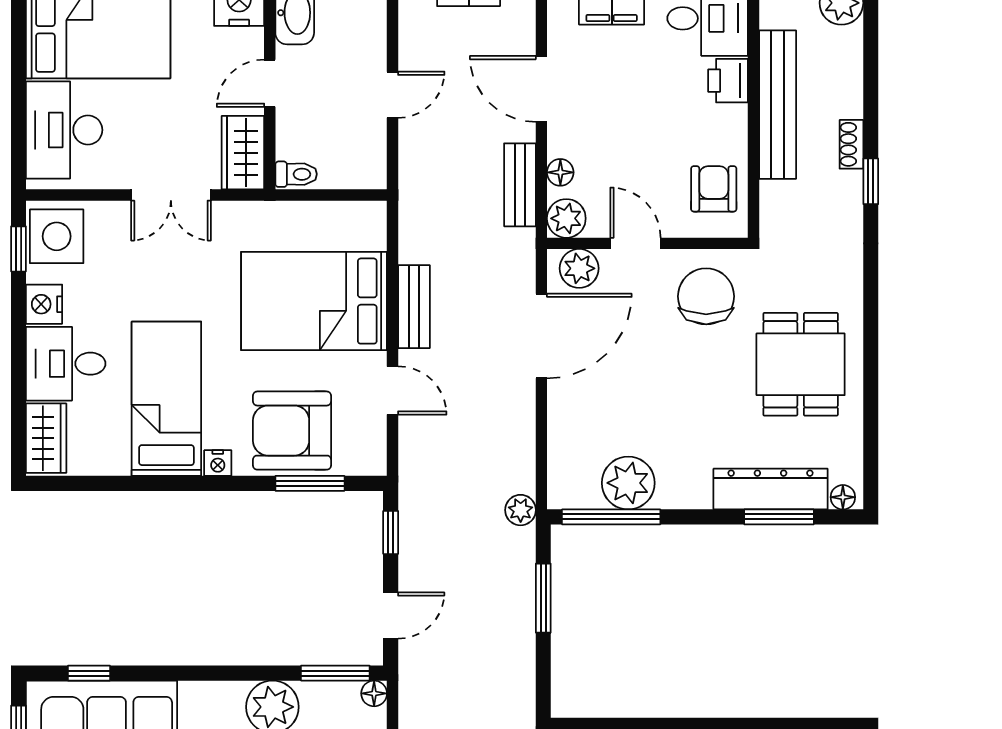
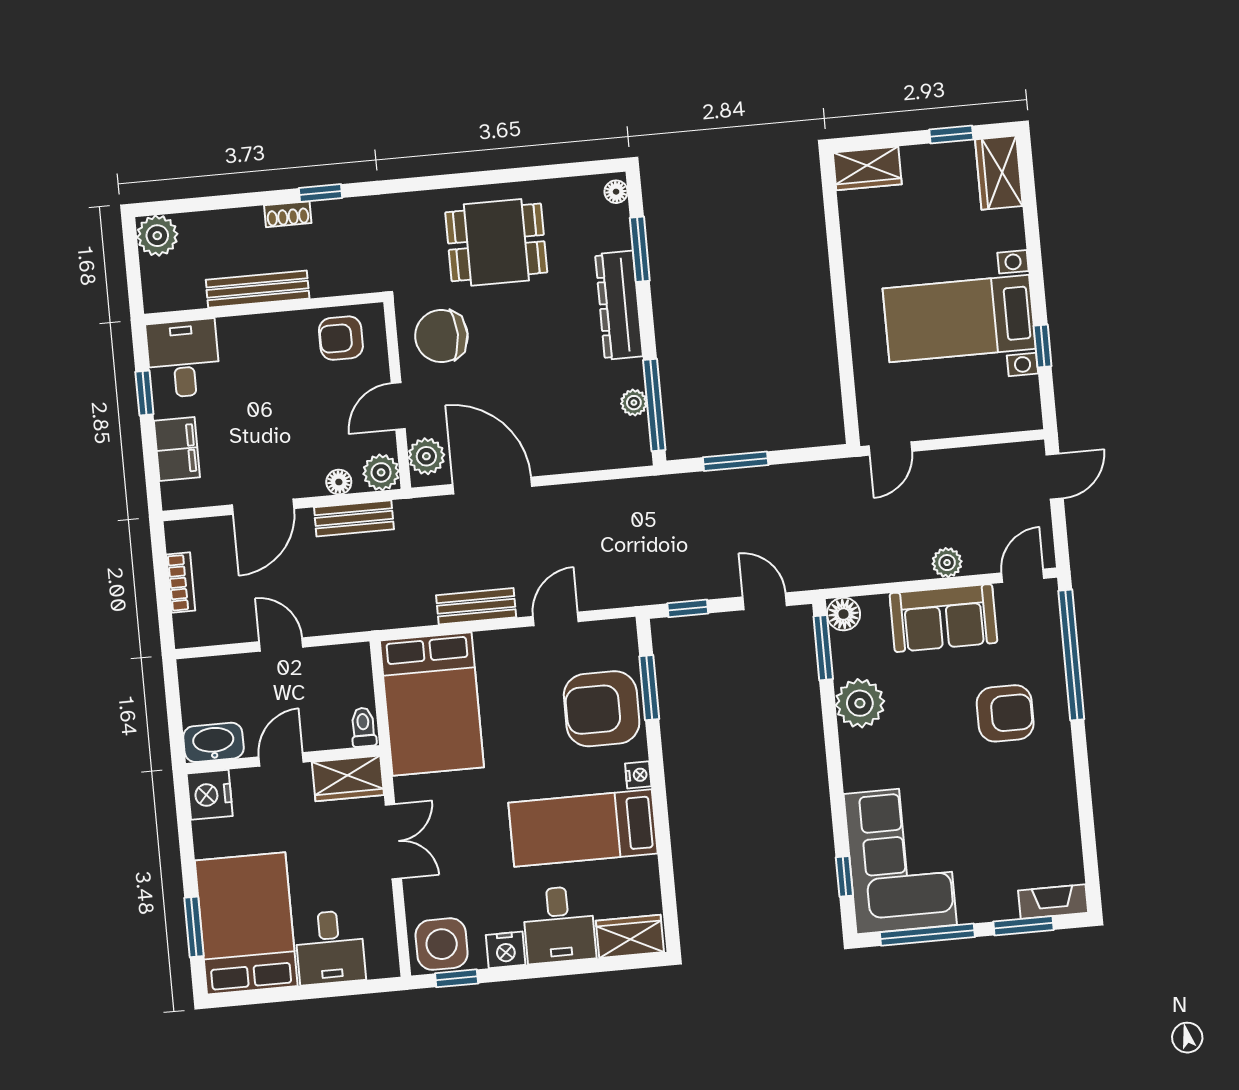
printer: (728, 81) -> (239, 334), removed
door: (270, 83) -> (281, 759), swing flipped
bench: (778, 105) -> (258, 289), width x0.73, depth x0.82
desk: (64, 130) -> (330, 947), width x0.73
bed: (314, 301) -> (432, 704), moved
armchair: (292, 431) -> (602, 709), turned 90
plant: (628, 483) -> (634, 403), width x0.53, depth x0.53
dresser: (771, 489) -> (619, 305), moved
plant: (521, 510) -> (656, 490), removed
floor lamp: (374, 693) -> (844, 614), width x1.37, depth x1.37

